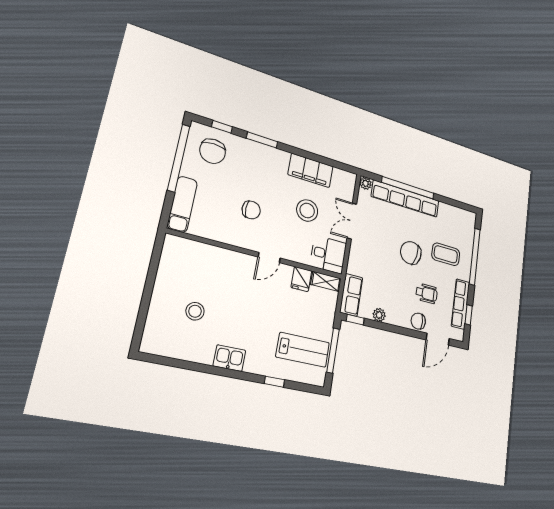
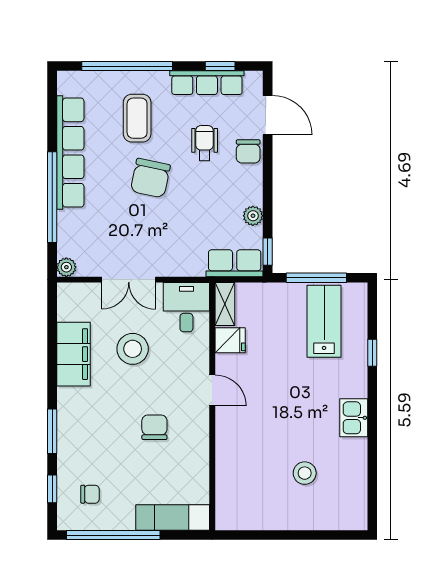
chair: (213, 151) -> (90, 494), width x0.54, depth x0.54
row of seats: (405, 199) -> (70, 153), moved

